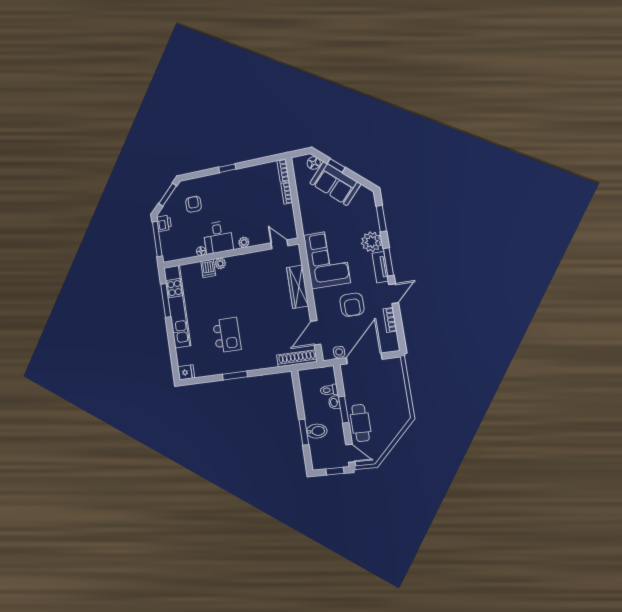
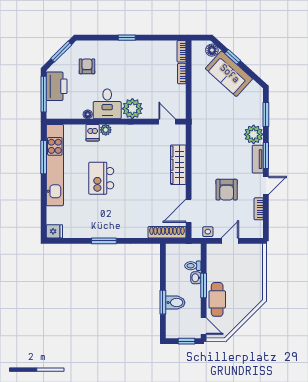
printer: (164, 223) -> (57, 86), width x1.87, depth x1.48
plant: (244, 242) -> (132, 109), width x1.88, depth x1.88
corner sofa: (327, 259) -> (210, 143), removed
kitchen island: (227, 335) -> (101, 178), moved, turned 180
door: (364, 358) -> (230, 241), width x0.53

